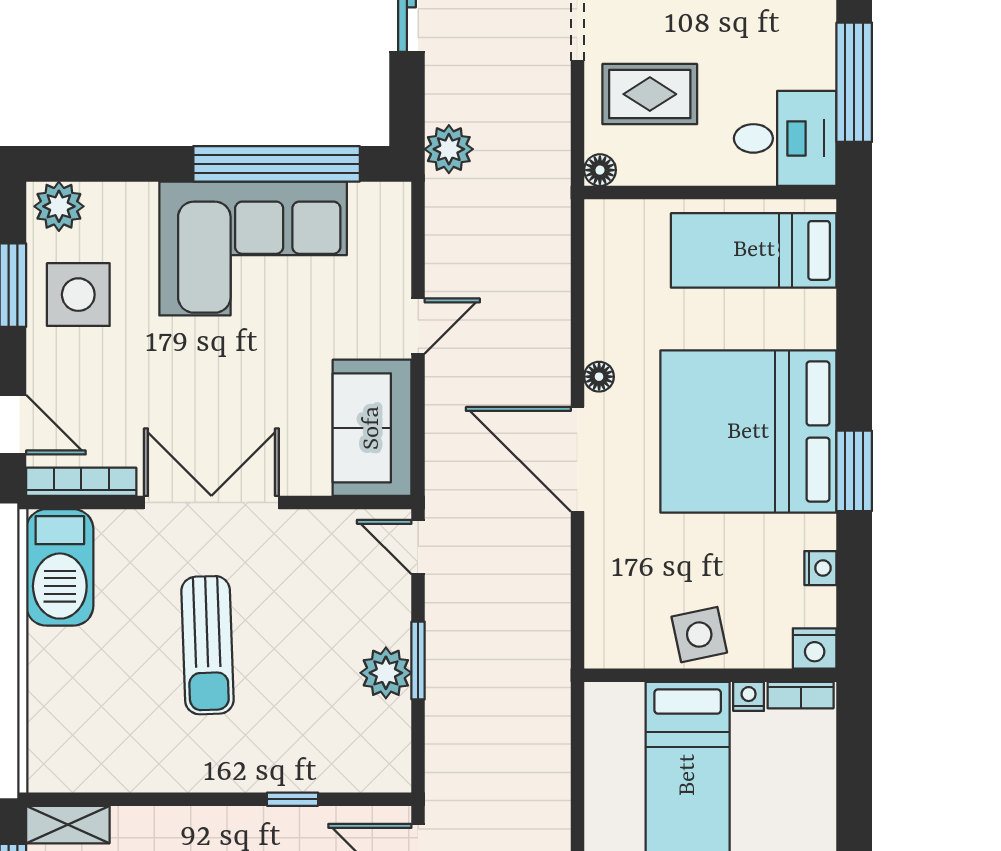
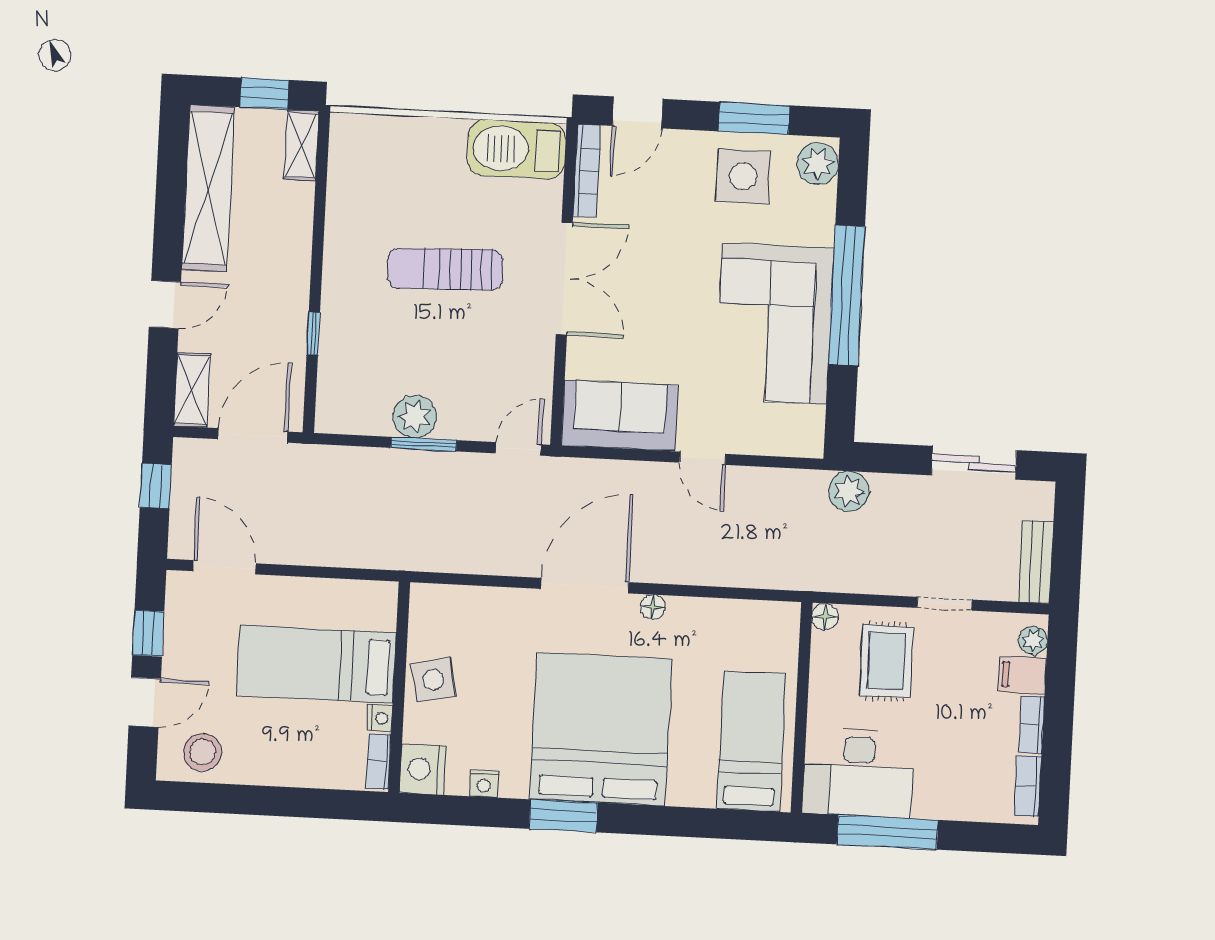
desk: (785, 138) -> (858, 773), width x1.37
window: (277, 164) -> (847, 295), moved
nightstand: (815, 648) -> (423, 769), width x1.36, depth x1.33

